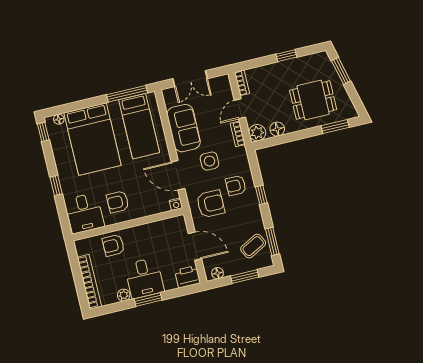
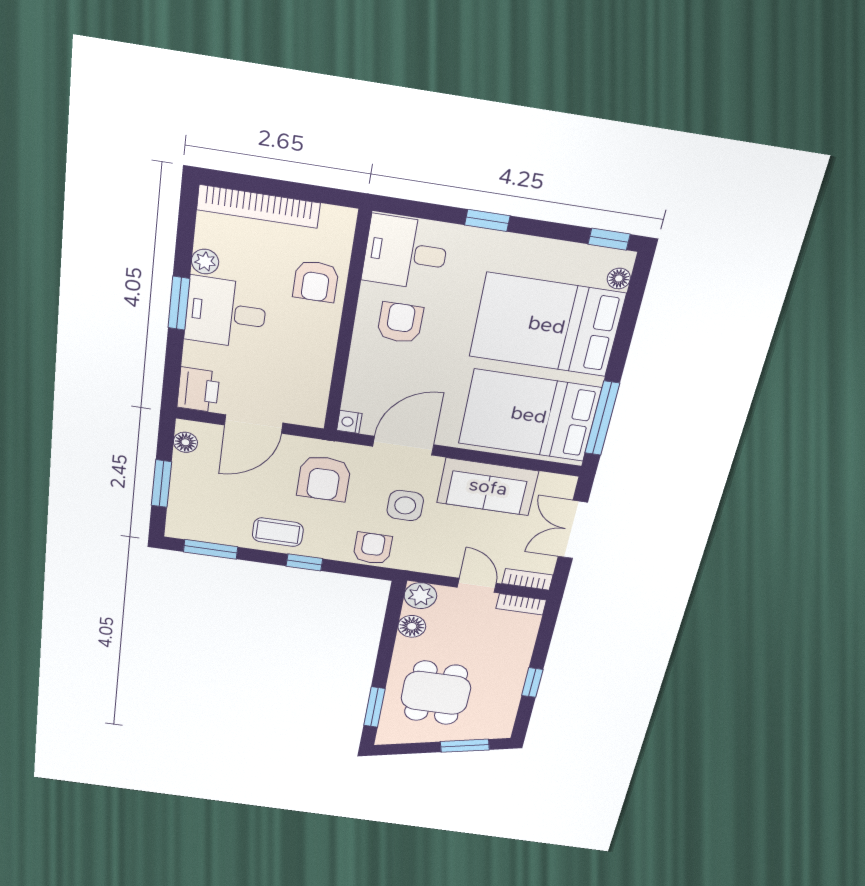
bed: (139, 126) -> (529, 415), width x1.50
bookcase: (238, 134) -> (527, 579), moved
armchair: (236, 185) -> (373, 548), moved
armchair: (113, 245) -> (316, 281), turned 180
coffee table: (253, 246) -> (278, 532), moved, turned -62

